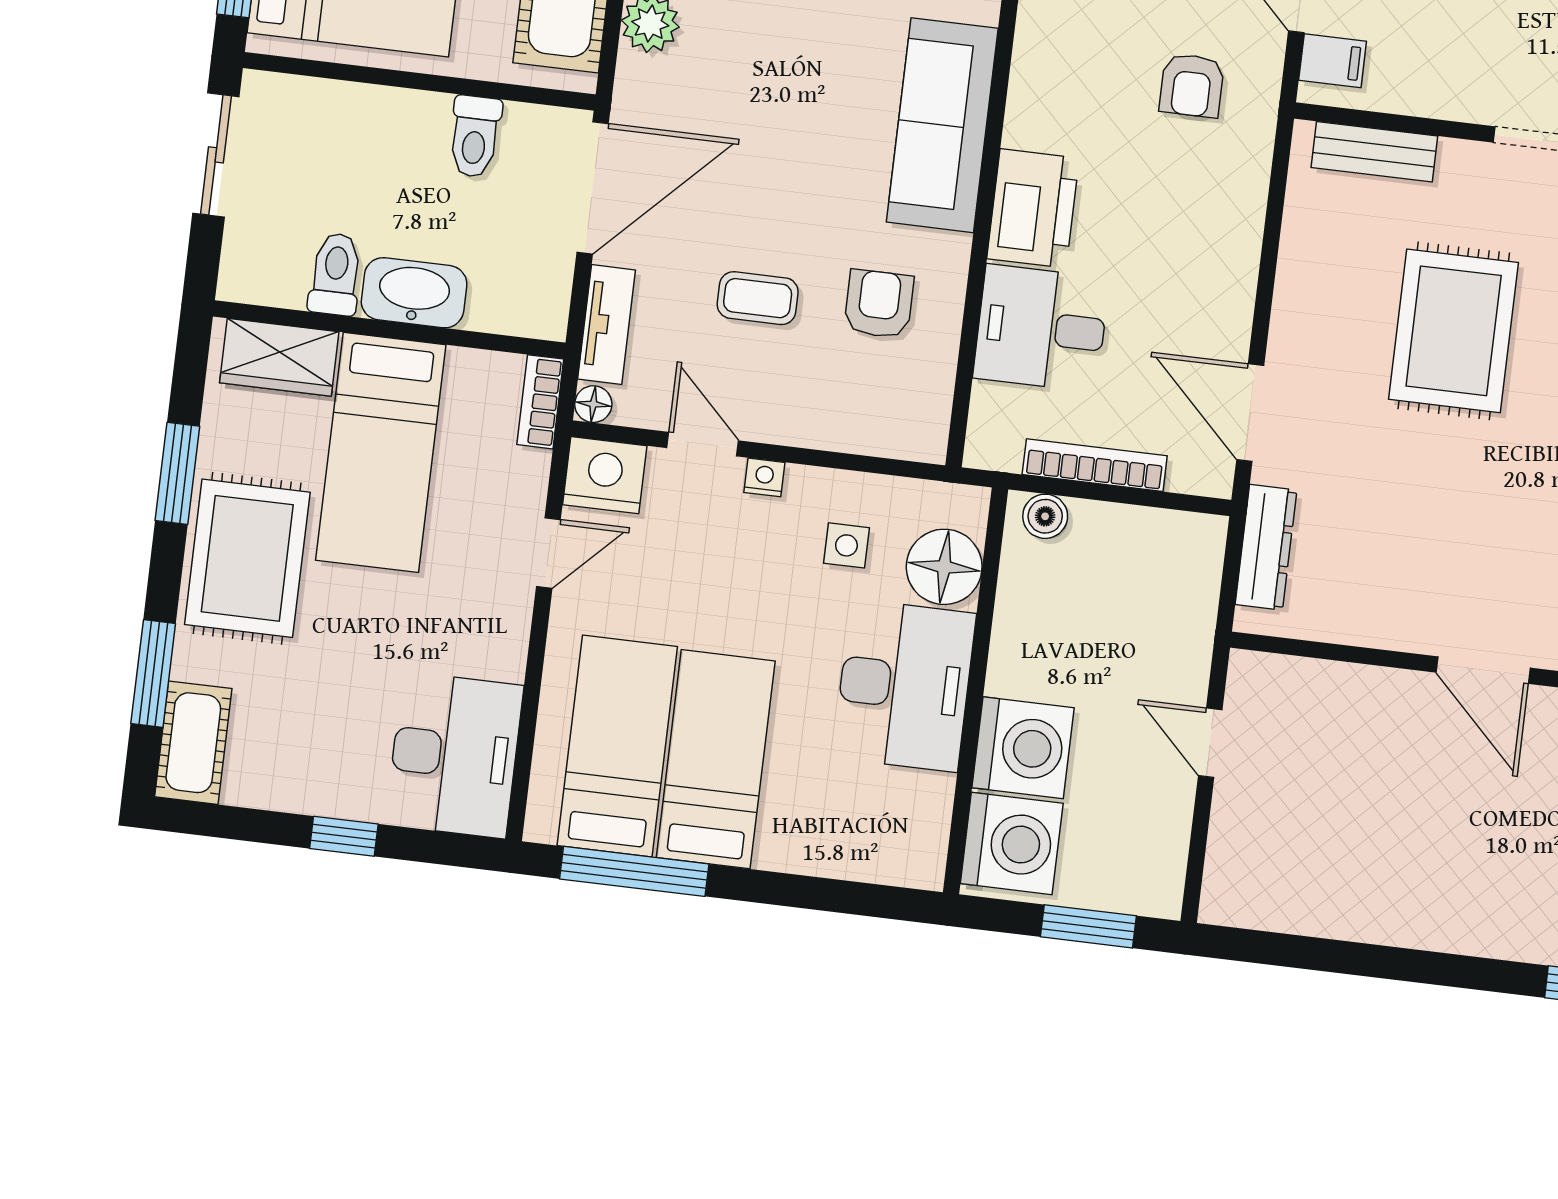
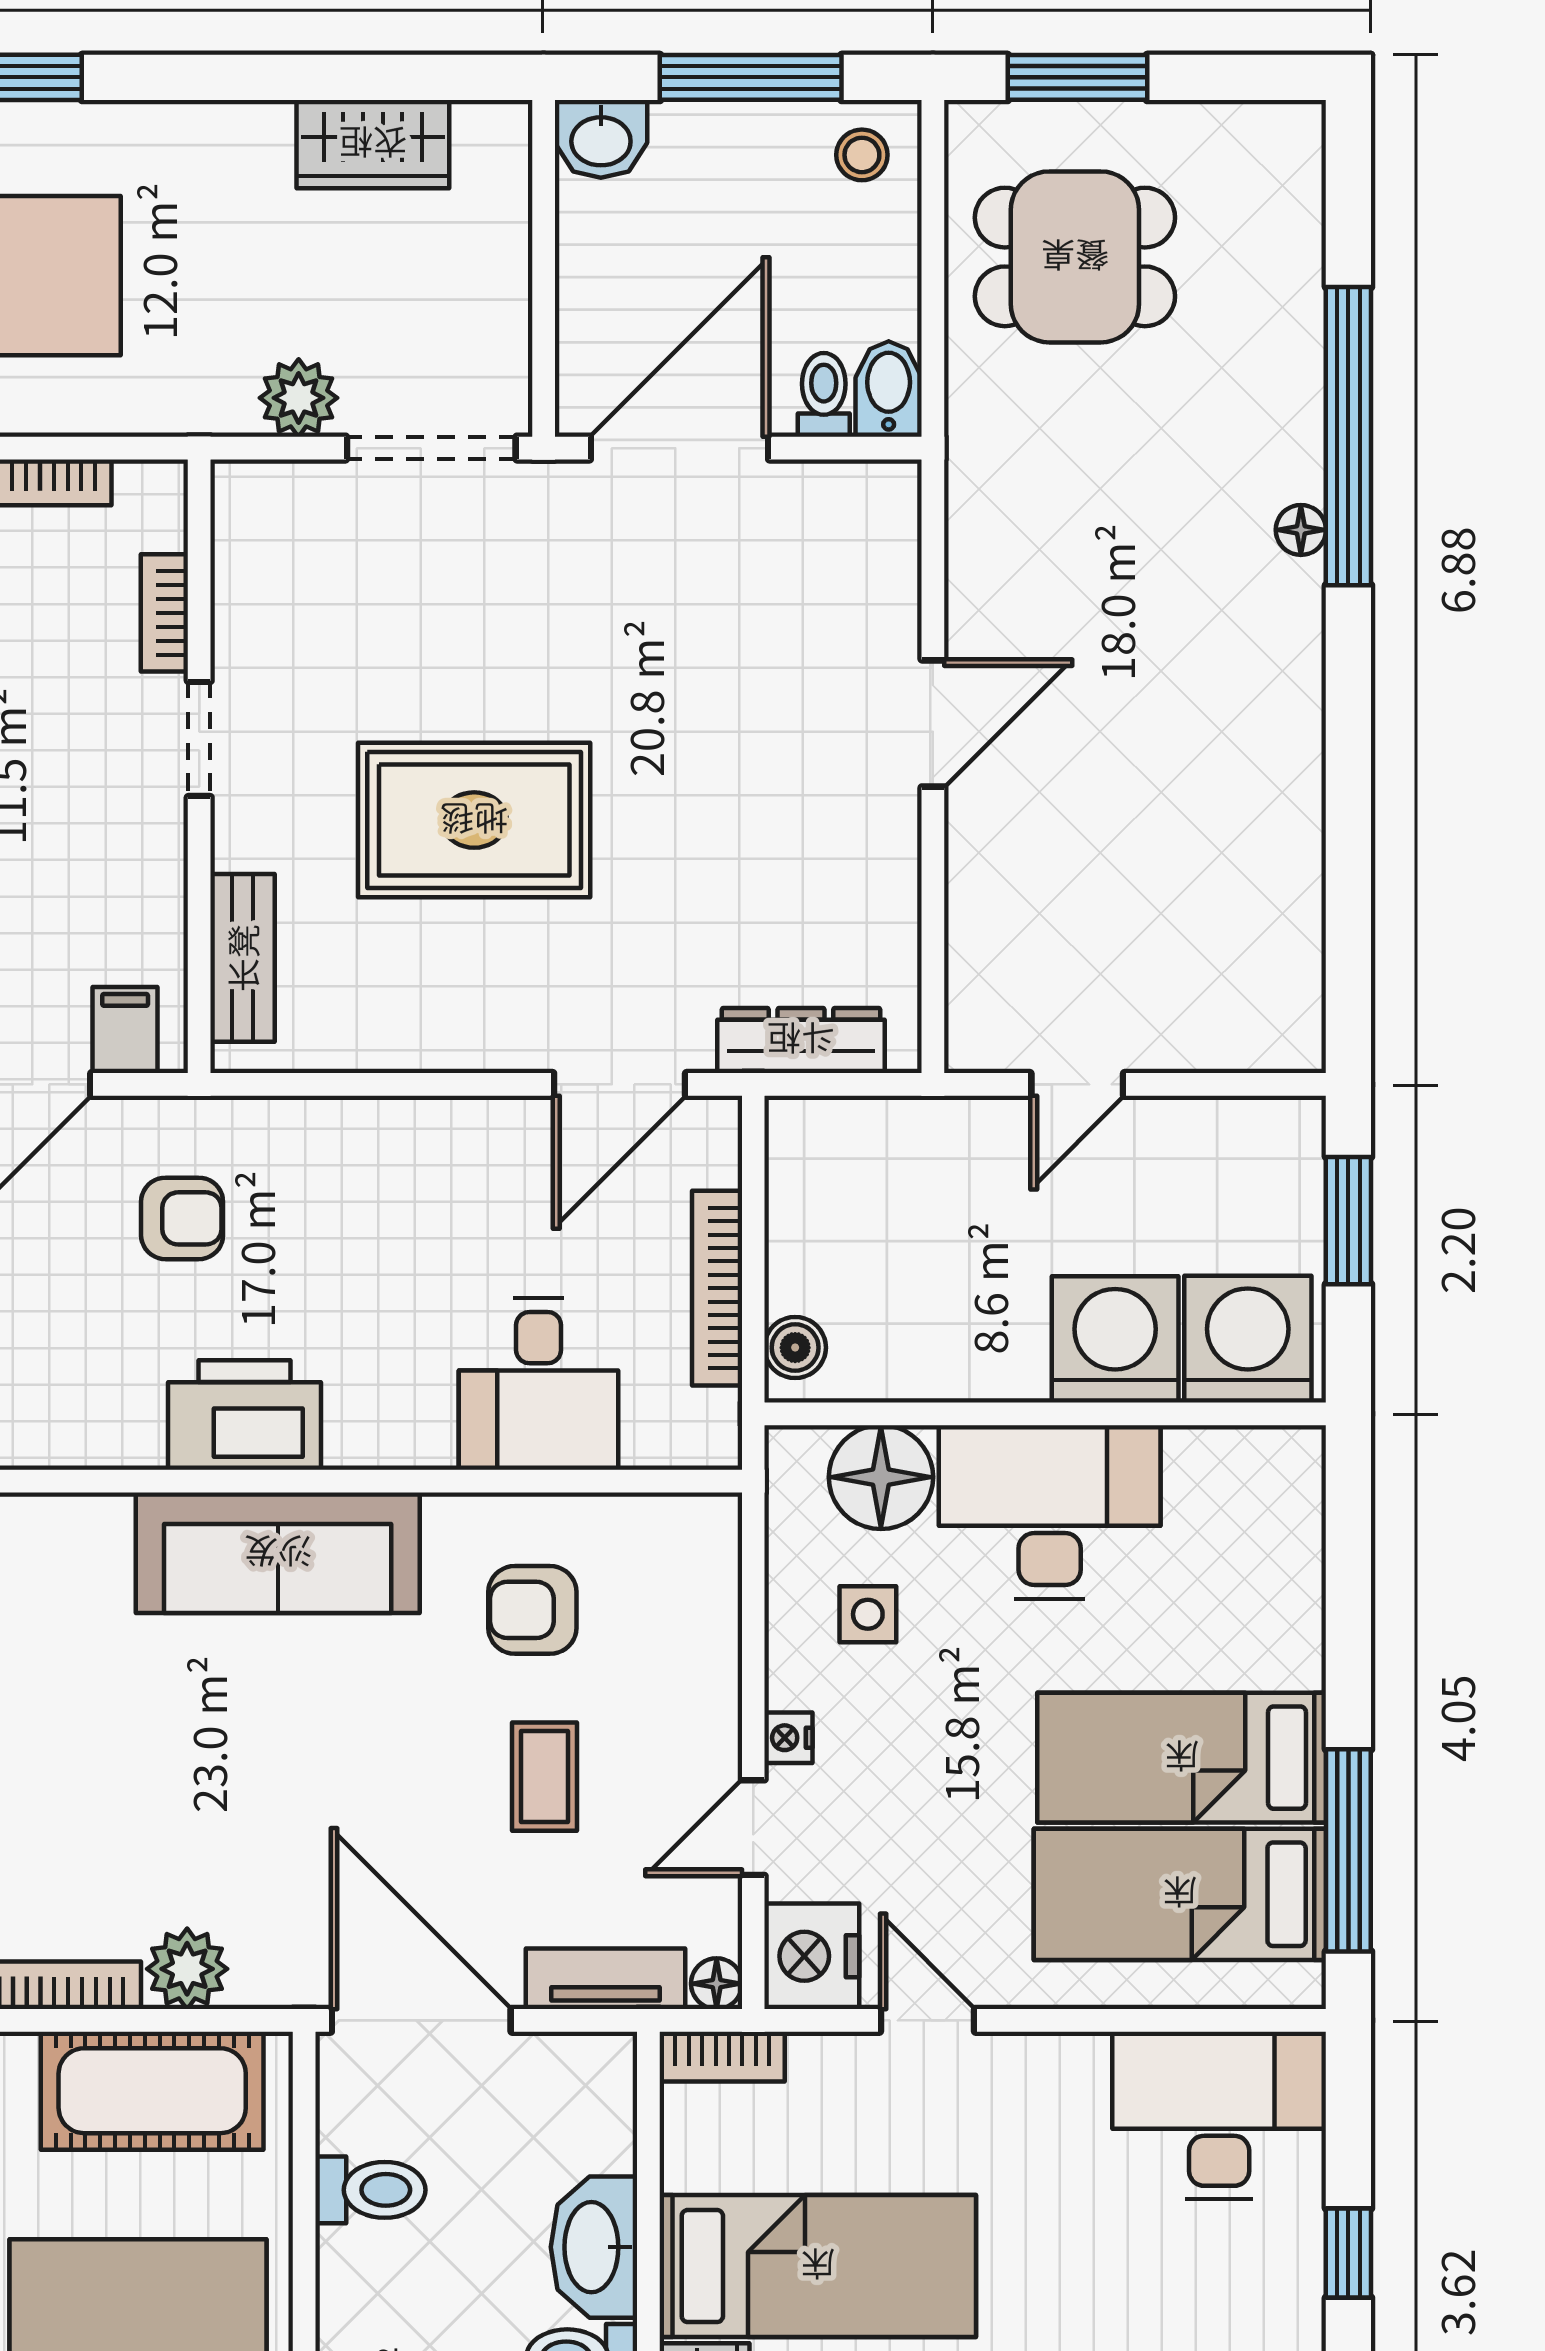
printer: (1033, 208) -> (244, 1415), moved

